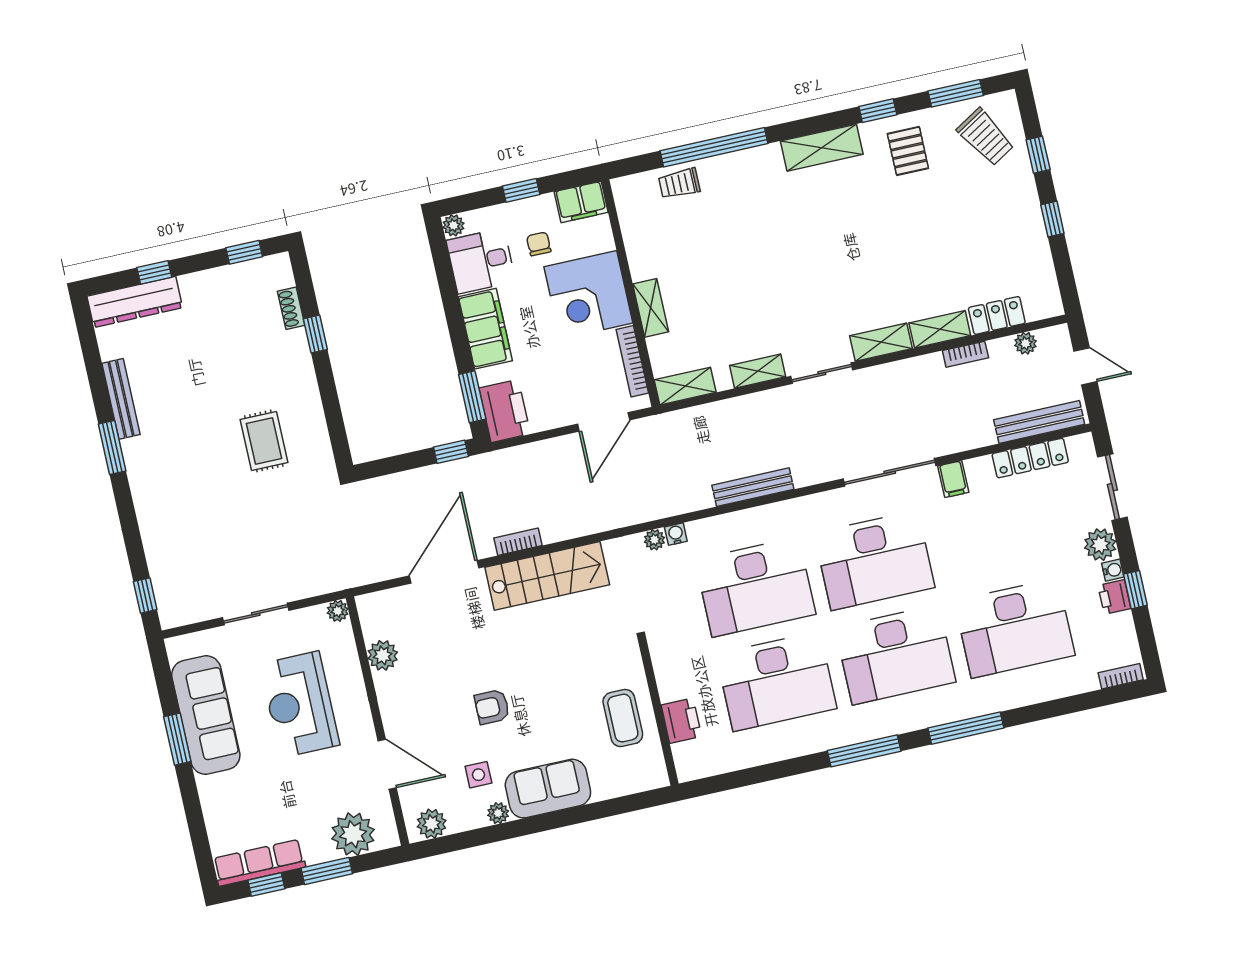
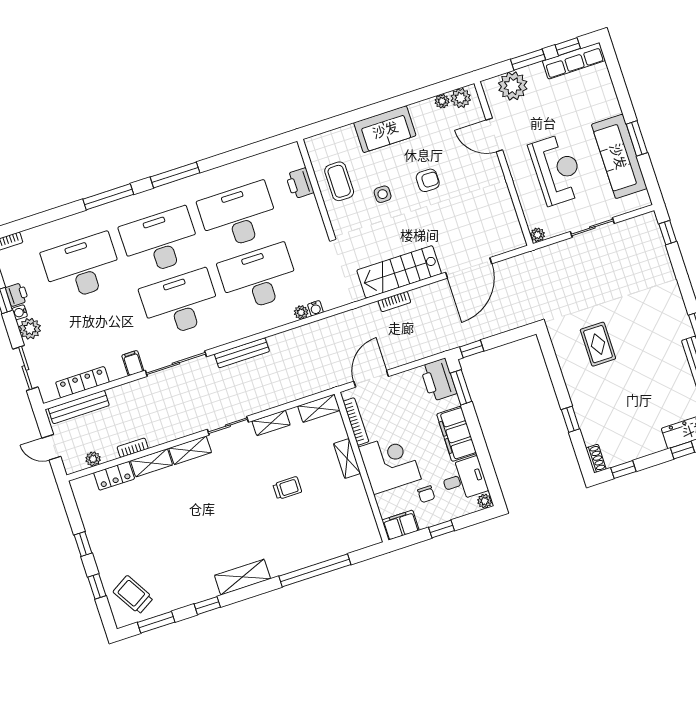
pallet: (908, 151) -> (184, 580), removed
trolley: (679, 183) -> (287, 488), moved
shoe rack: (291, 308) -> (596, 459), moved
bench: (753, 487) -> (242, 353), moved
plant: (654, 540) -> (301, 312), moved
bookcase: (518, 542) -> (394, 302), moved
plant: (383, 655) -> (504, 208), removed
side table: (478, 775) -> (383, 194), moved
plant: (498, 813) -> (442, 101), moved

